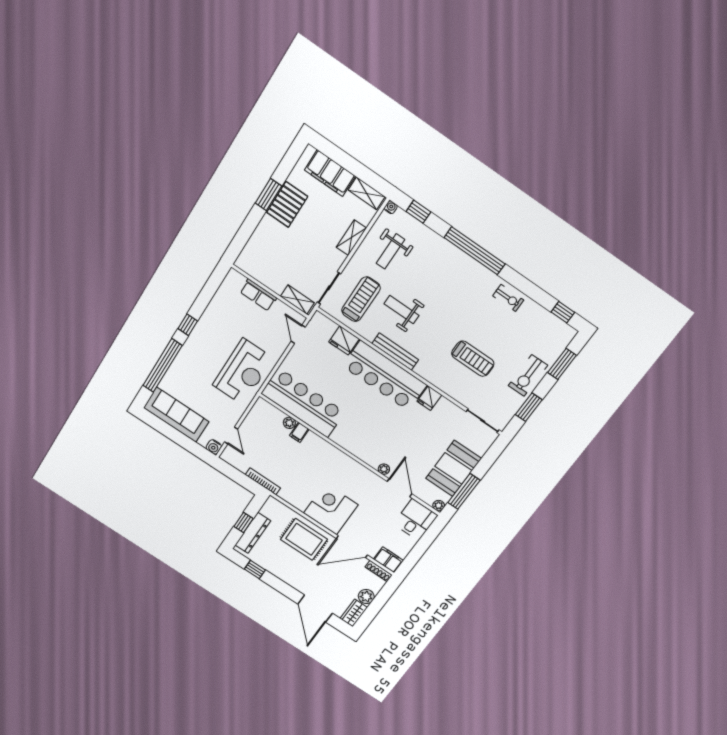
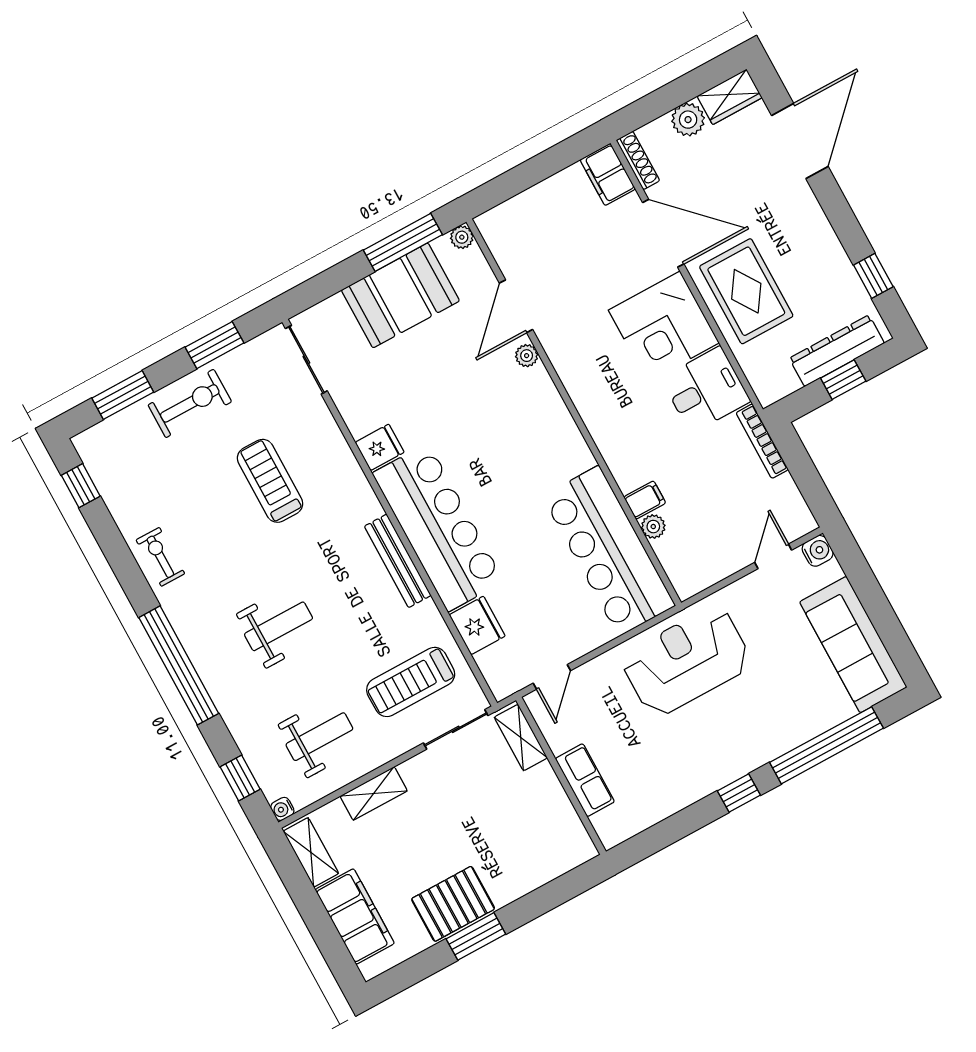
weight bench: (401, 310) -> (279, 626), moved, turned -90
desk: (416, 520) -> (706, 390), moved, turned 180

